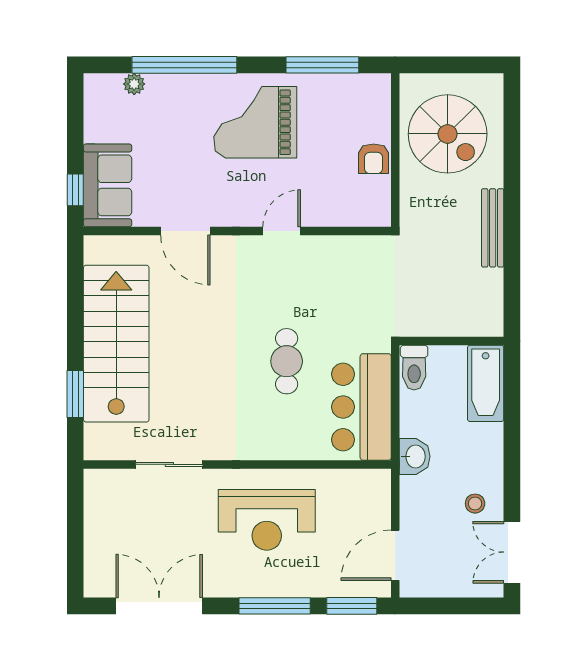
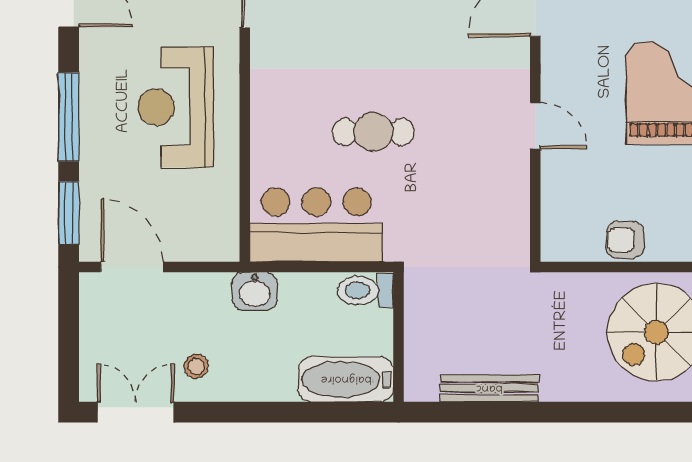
bench: (493, 228) -> (489, 388), moved

